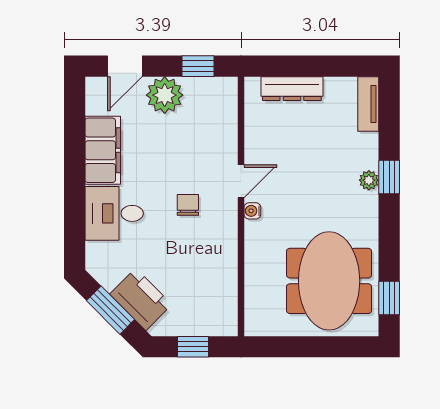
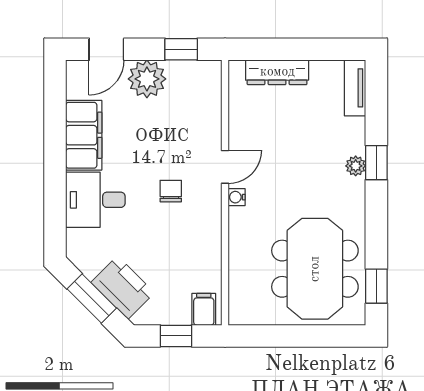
filing cabinet: (220, 321) -> (204, 309), added

